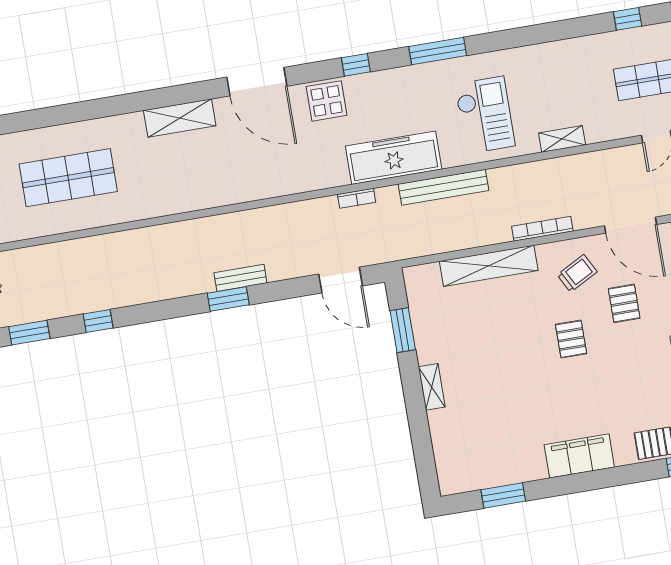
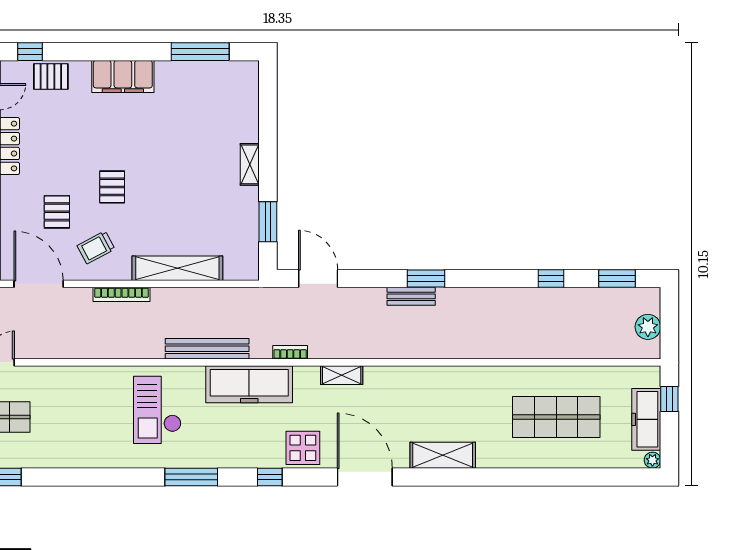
shelving: (562, 139) -> (342, 375), moved
window: (503, 495) -> (200, 52), width x1.44

